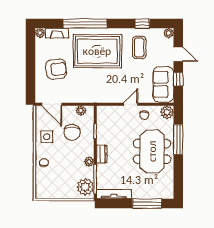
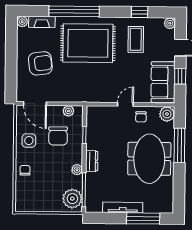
tv unit: (114, 194) -> (123, 207), moved

